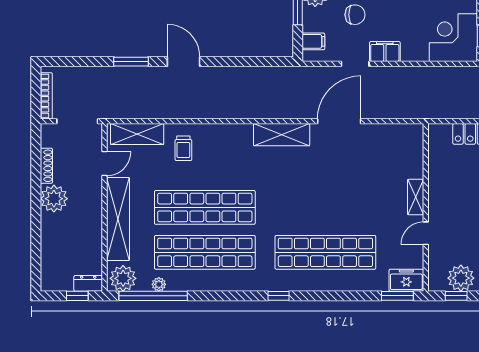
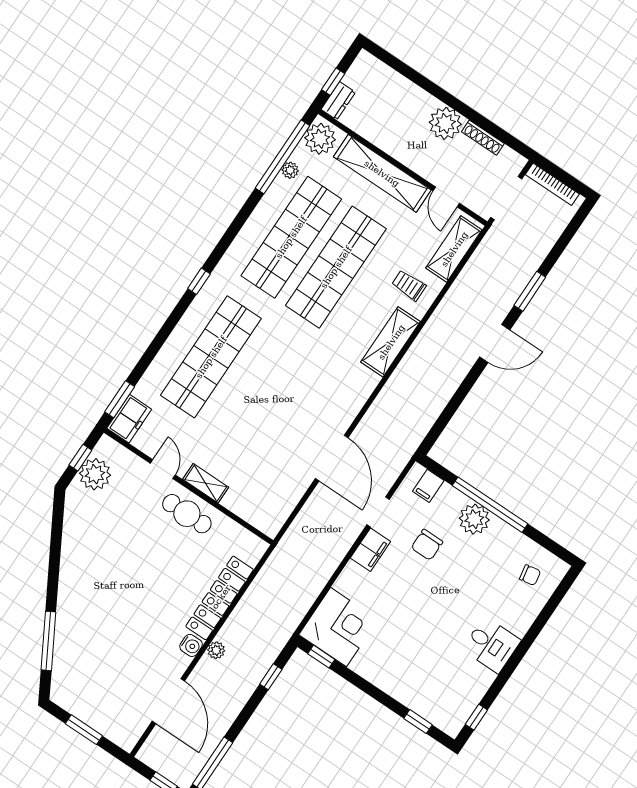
shelving: (282, 135) -> (391, 342), moved
cafe table: (445, 196) -> (187, 514), added

